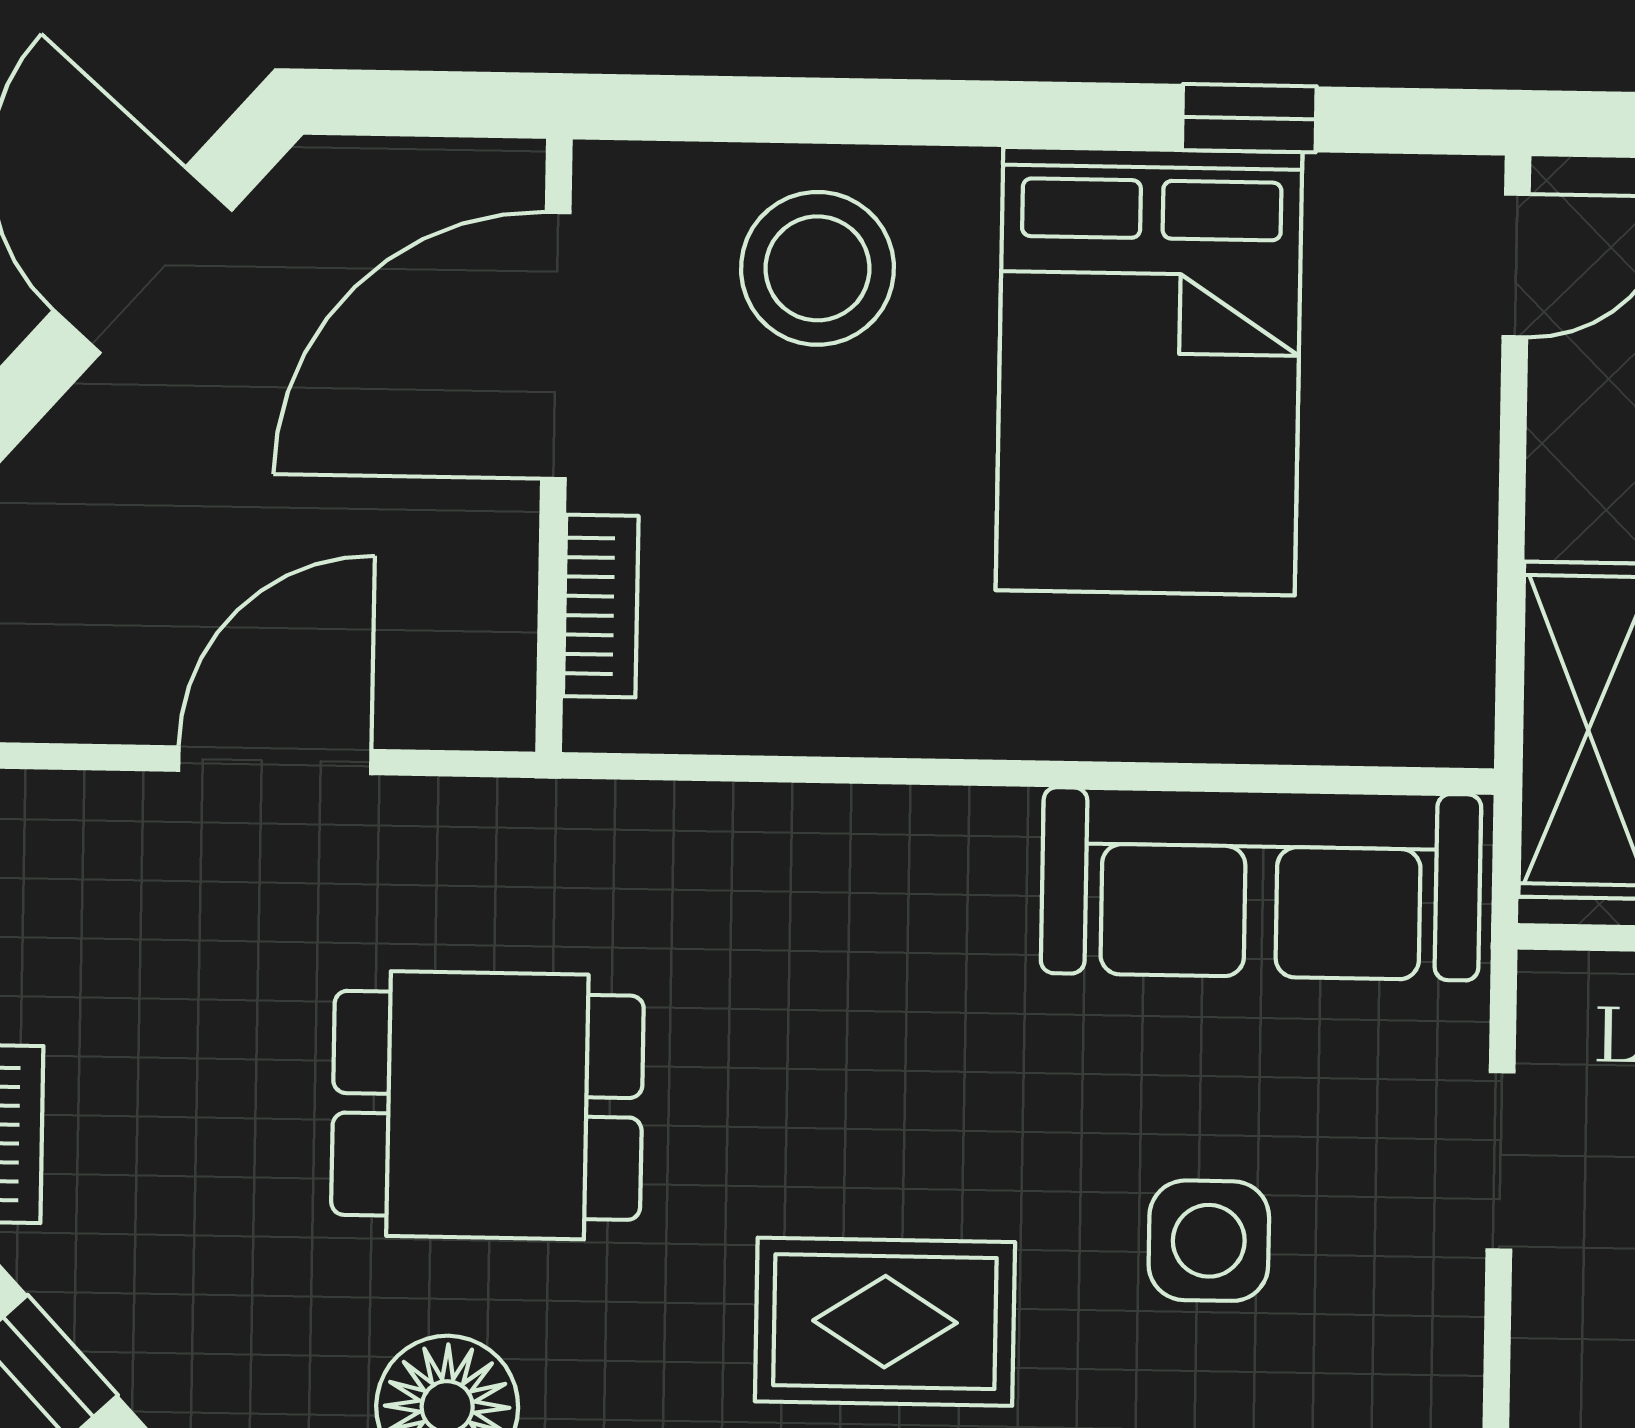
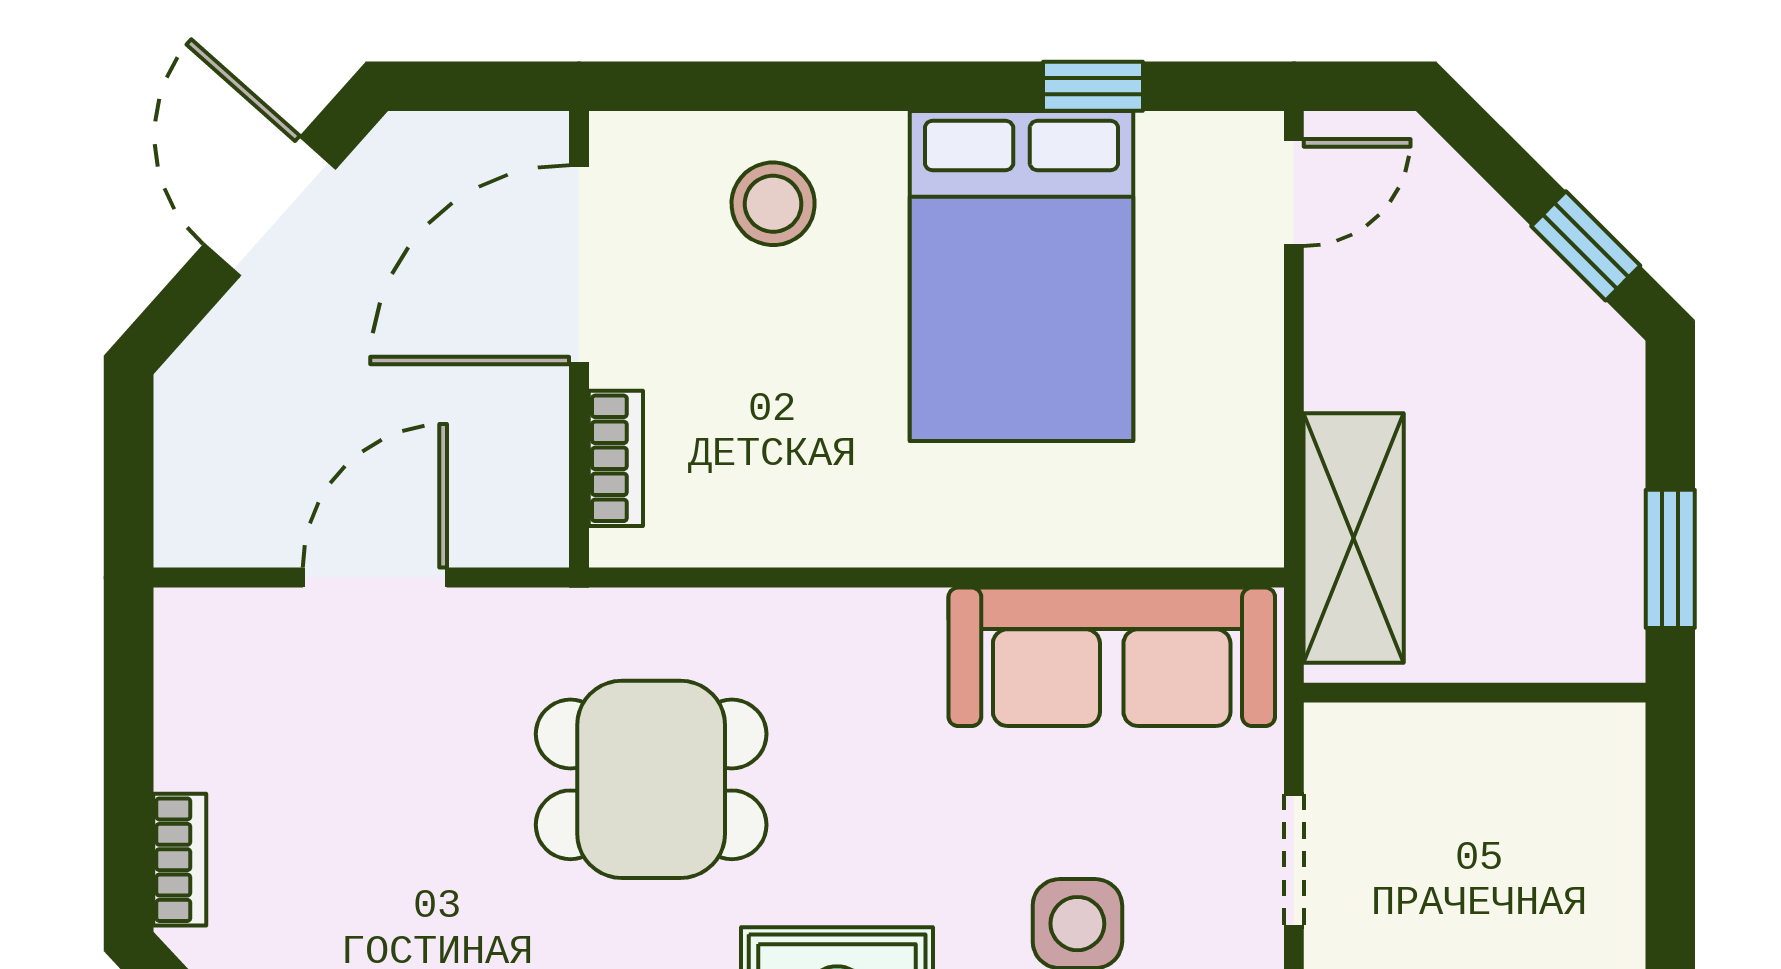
stool: (818, 268) -> (773, 204), width x0.73, depth x0.73
dining table: (487, 1105) -> (651, 779), moved

